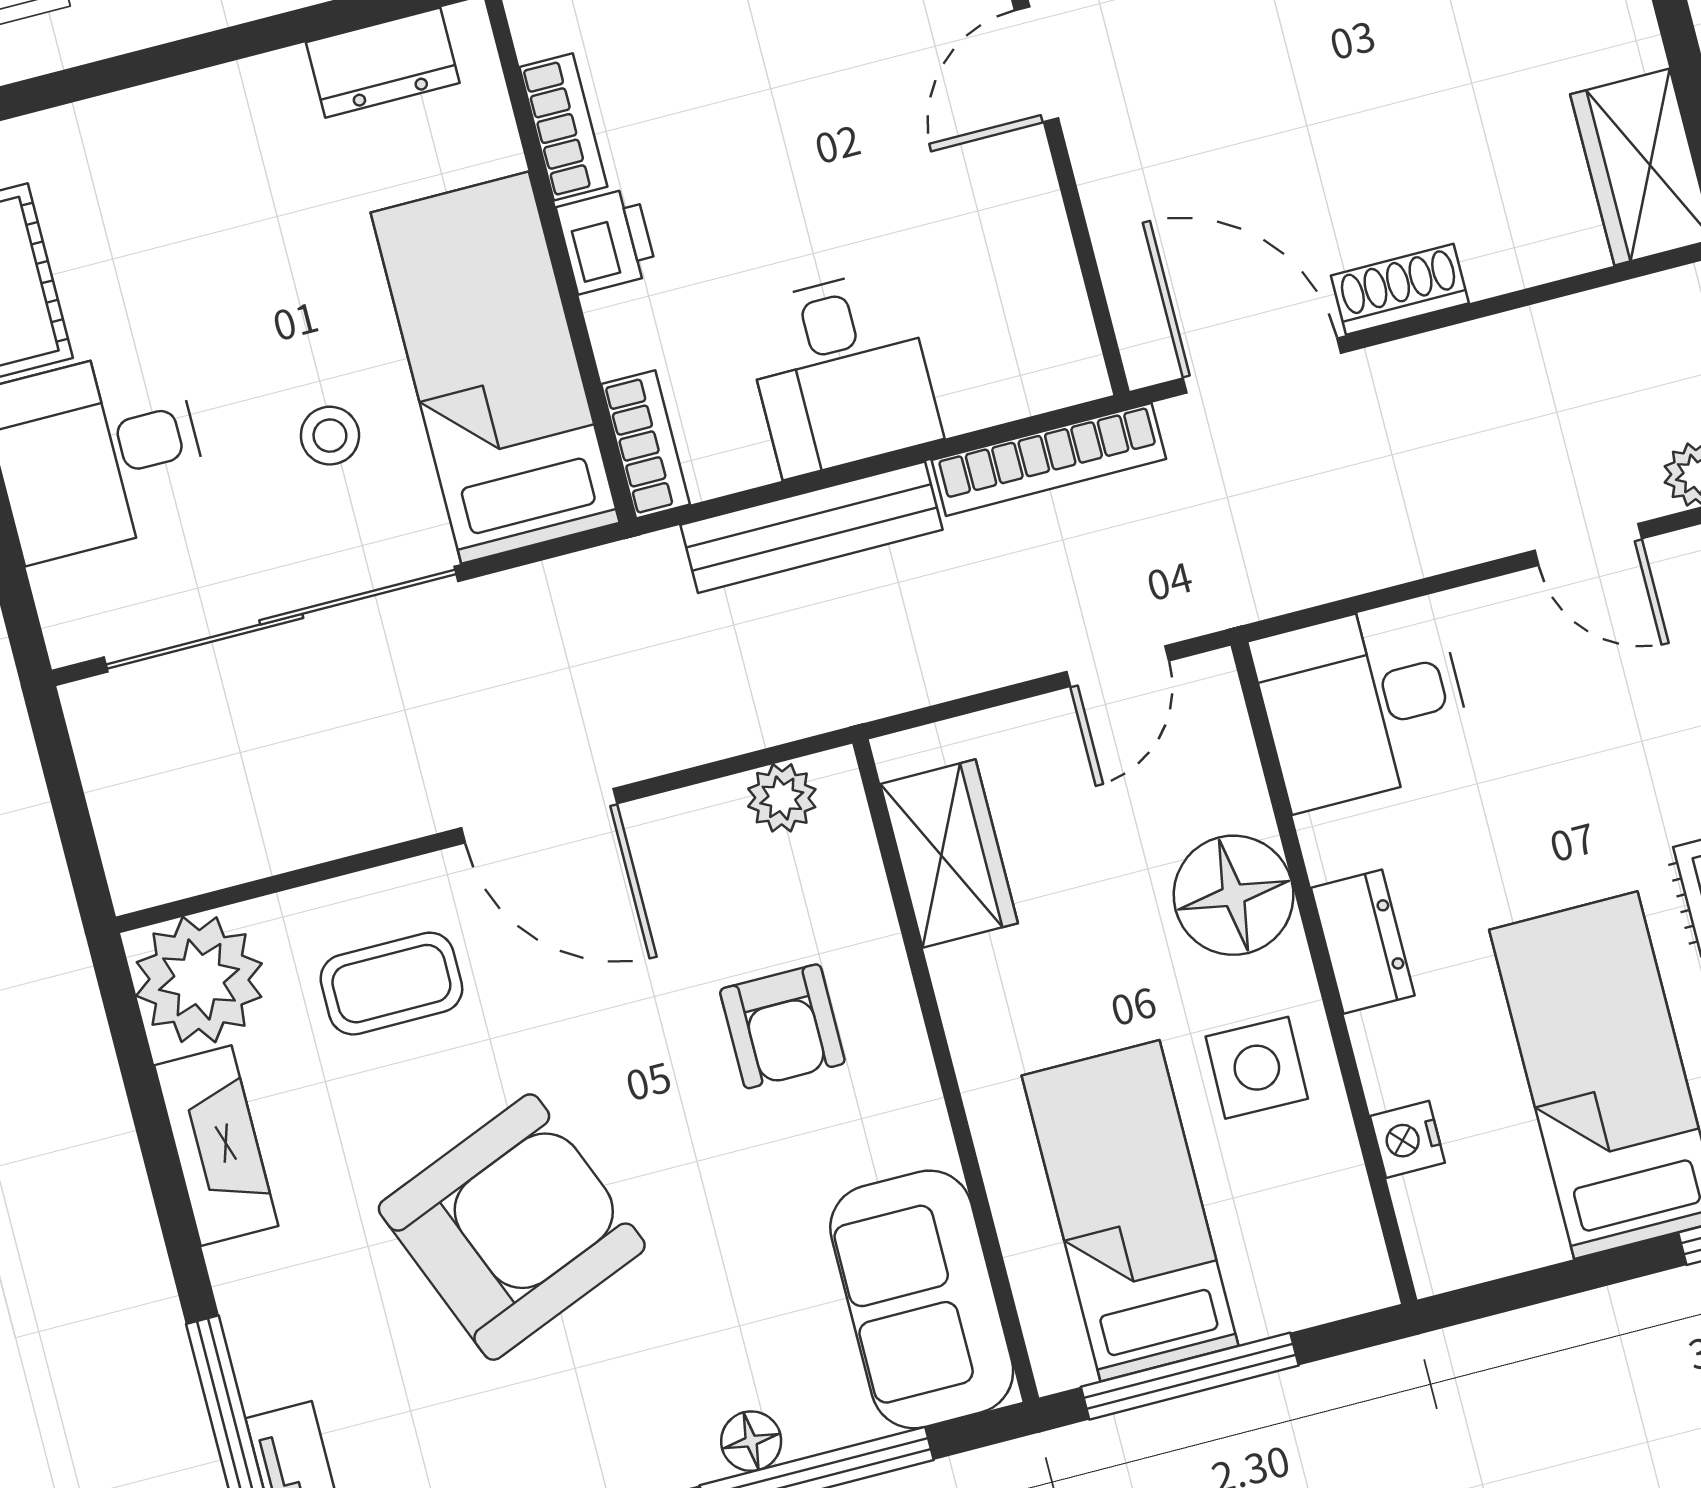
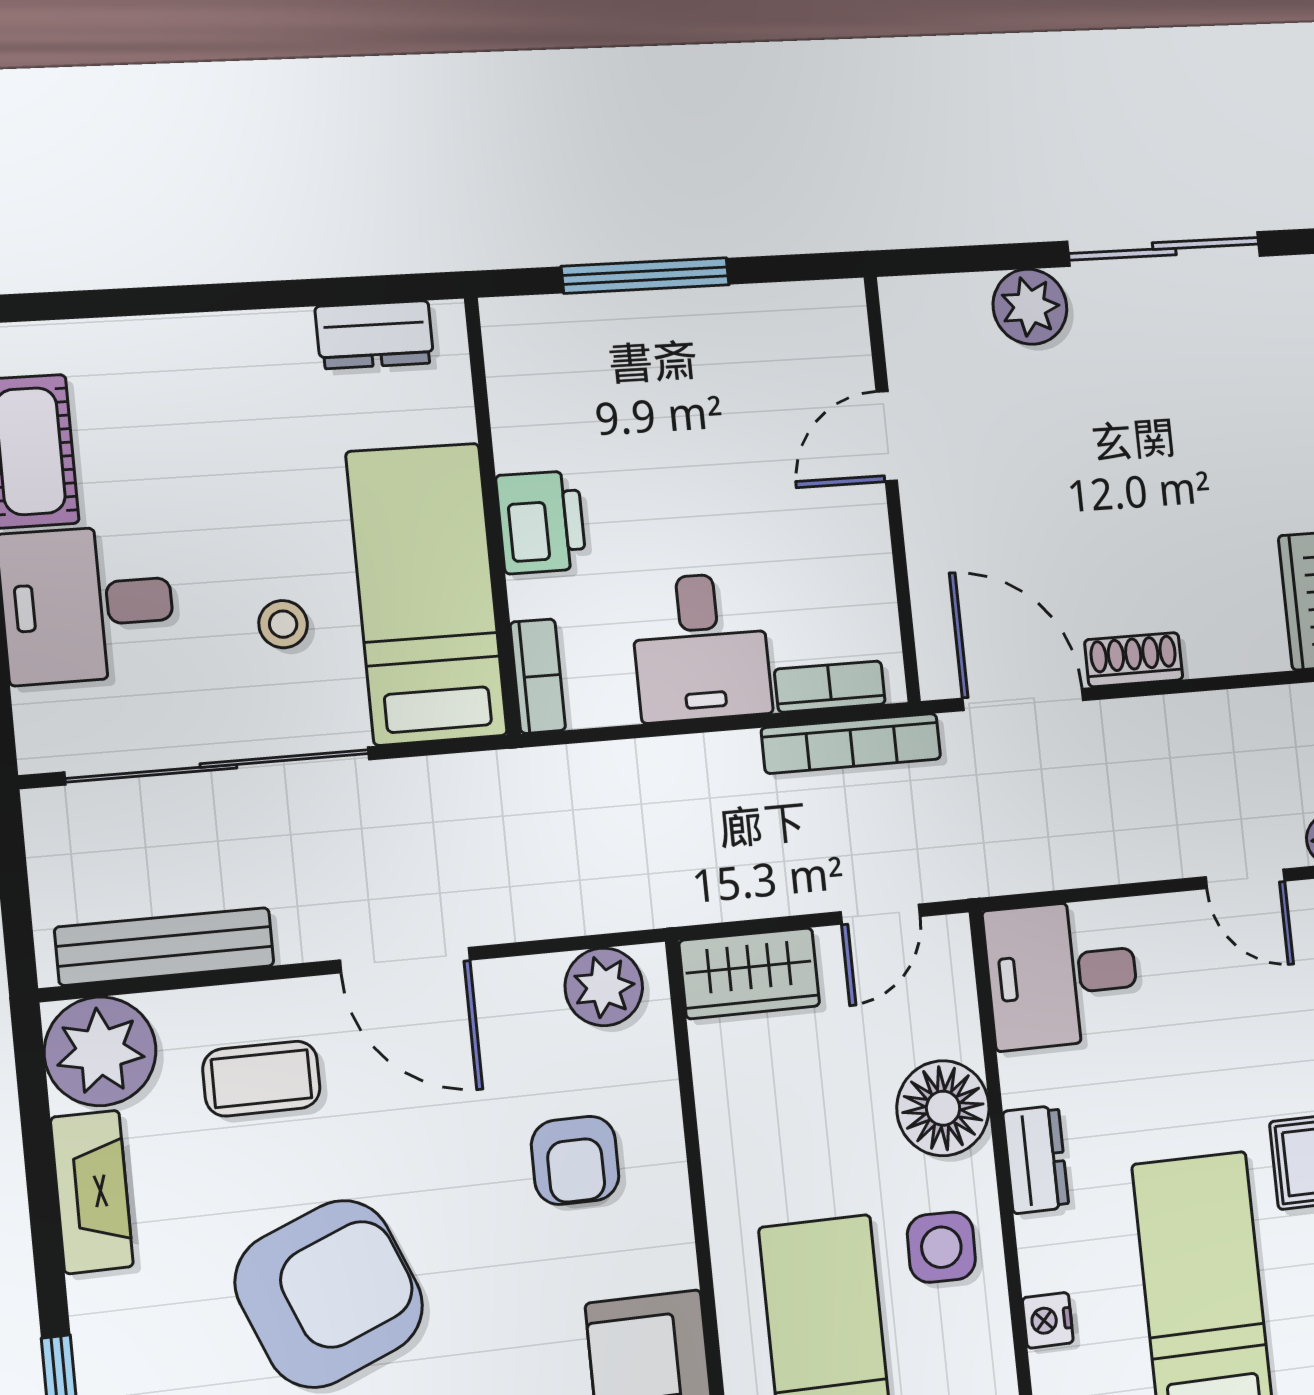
bookcase: (563, 127) -> (830, 687), moved, turned -90
printer: (607, 241) -> (541, 522), width x1.36, depth x1.24
bench: (811, 527) -> (165, 946), moved
plant: (782, 798) -> (604, 987), width x1.38, depth x1.38
wardrobe: (949, 854) -> (749, 973), moved, turned 90

